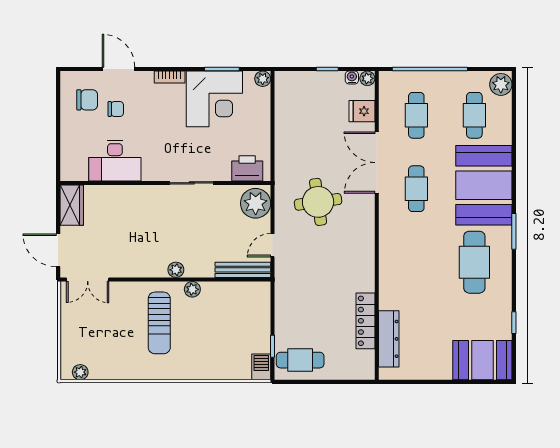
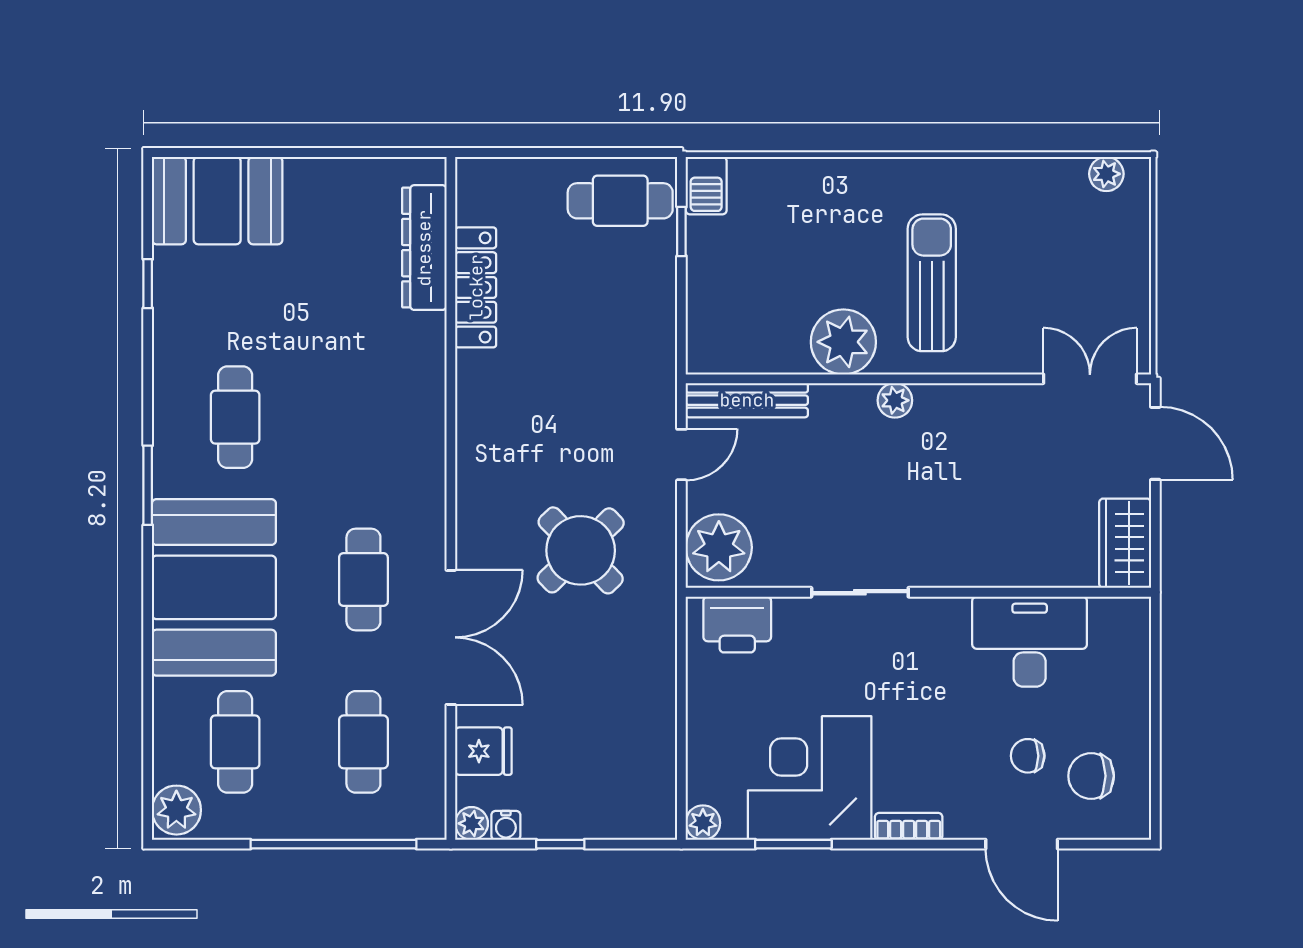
round table: (318, 202) -> (581, 550), turned -36
cafe table: (474, 262) -> (235, 417), width x0.73, depth x0.74
plant: (192, 289) -> (843, 342), width x1.87, depth x1.87

